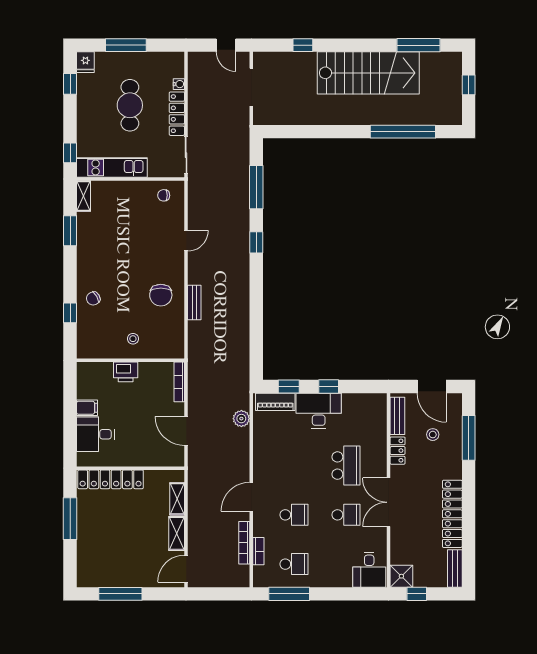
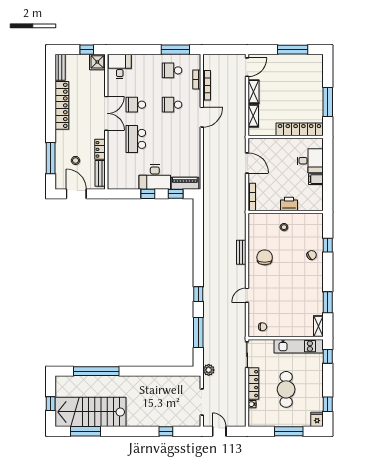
stairs: (368, 73) -> (90, 412), moved
plant: (241, 419) -> (209, 370), moved

